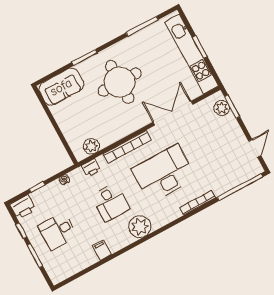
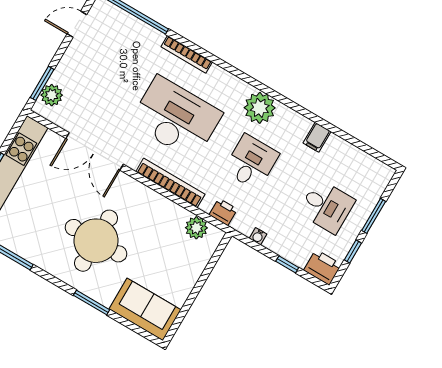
desk: (164, 173) -> (176, 118), turned 180

